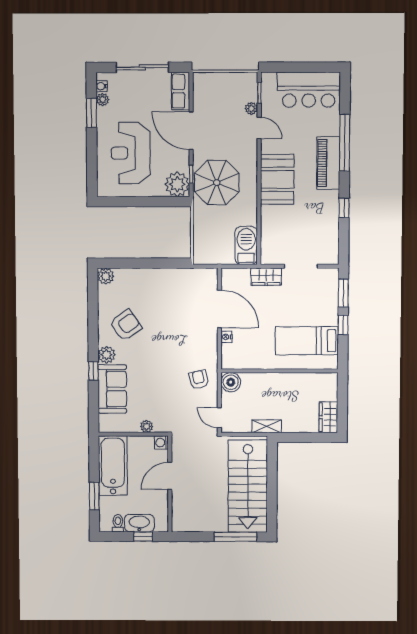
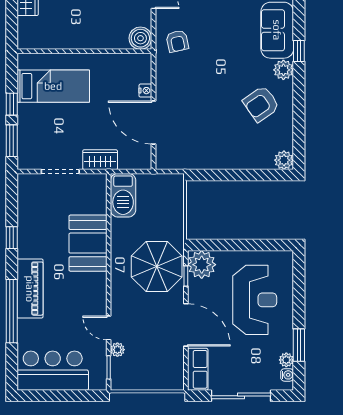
booth: (277, 179) -> (88, 243), moved

